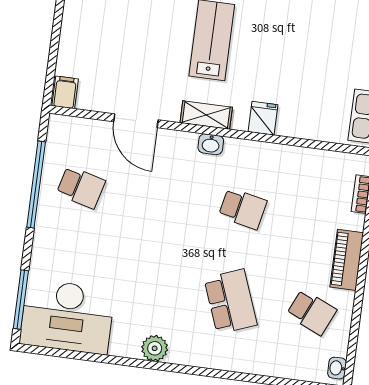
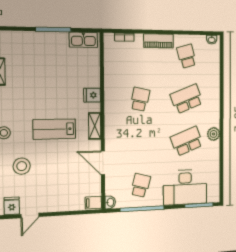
door: (136, 121) -> (103, 163), swing flipped
washbasin: (211, 144) -> (110, 202), moved
school desk: (150, 291) -> (187, 141), added
school desk: (311, 312) -> (187, 56), turned -39
desk: (67, 317) -> (185, 187), moved, turned 90

